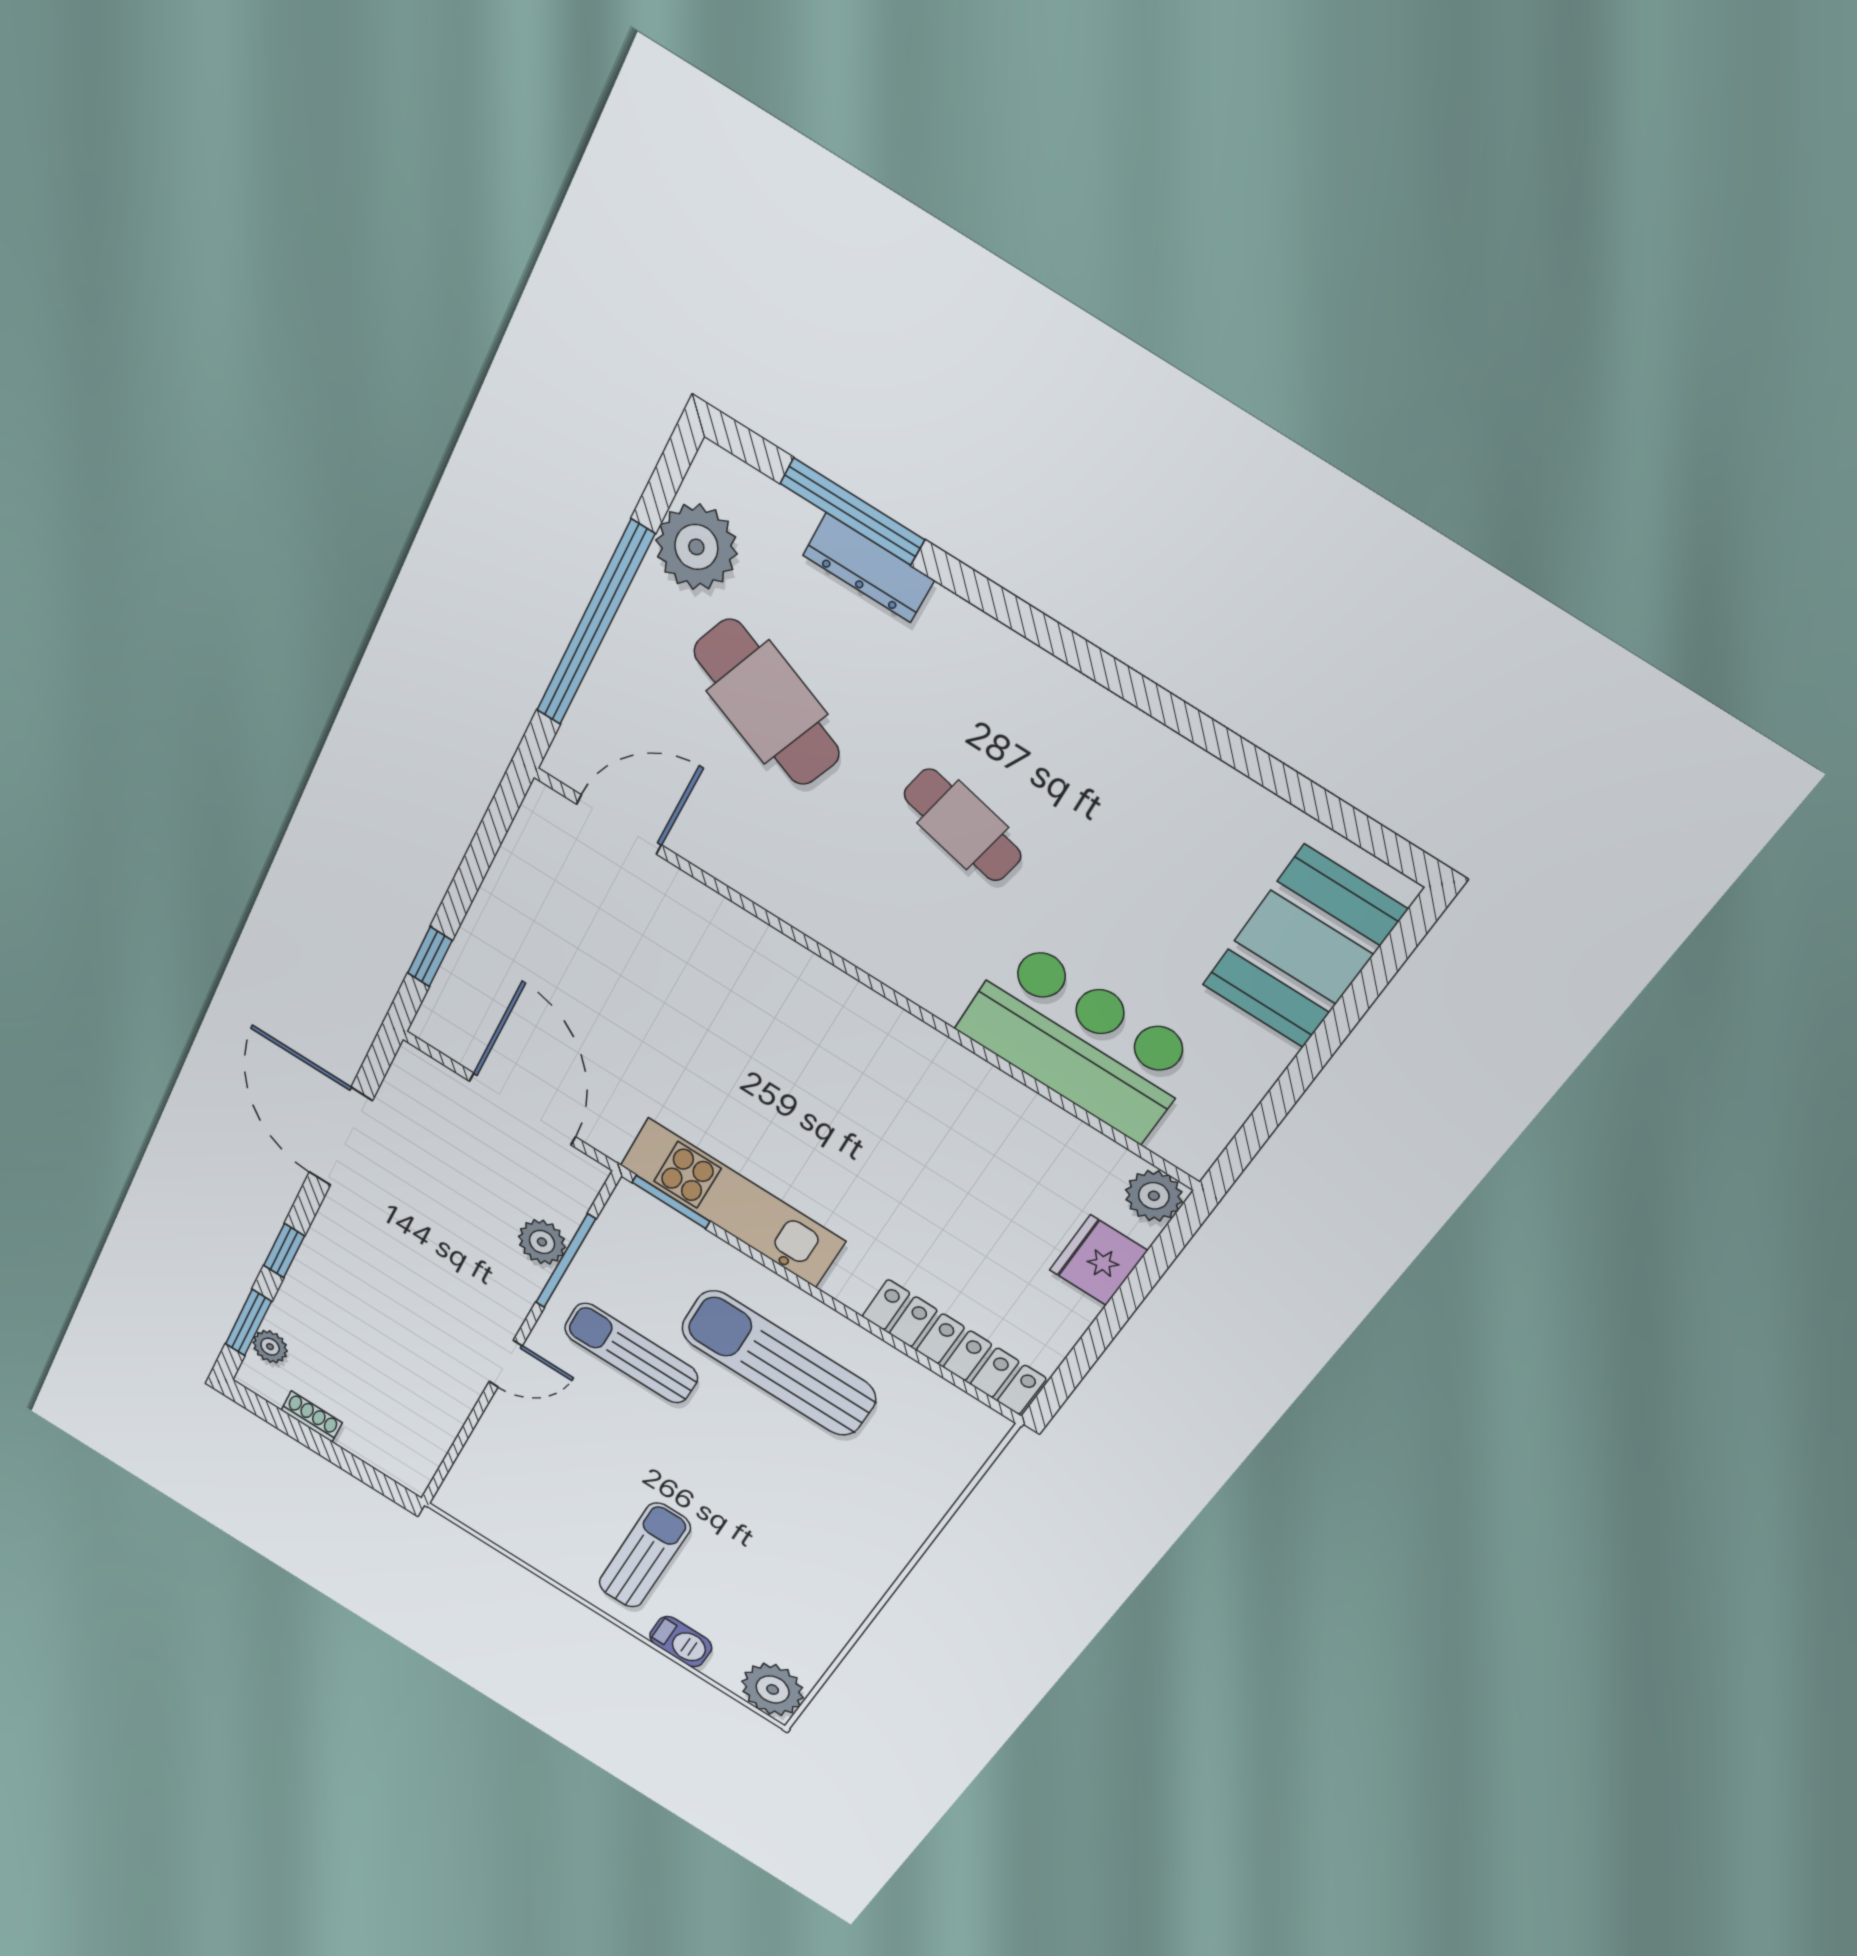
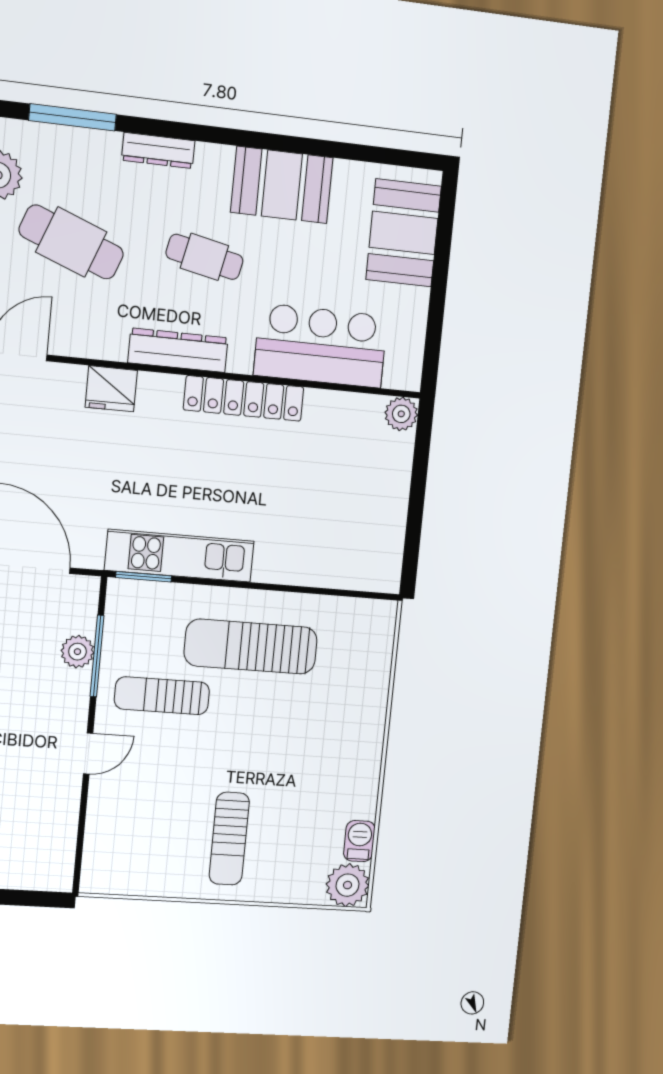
dresser: (869, 568) -> (158, 150), moved
booth: (1141, 778) -> (282, 185), added
dresser: (858, 937) -> (178, 350), added
fridge: (1098, 1260) -> (111, 389), moved, turned -90
locker: (954, 1347) -> (244, 398), moved, turned 180
sun lounger: (644, 1555) -> (229, 839), turned 180
barbecue: (681, 1642) -> (359, 841), moved, turned -90

